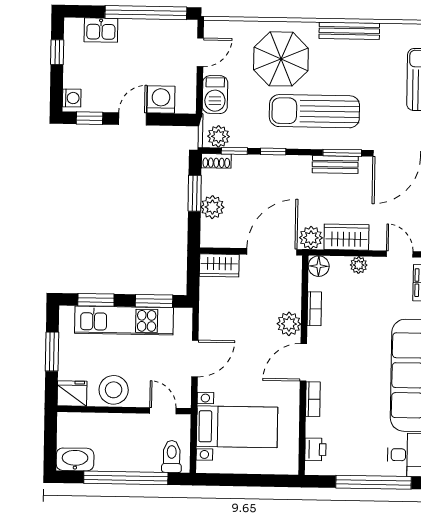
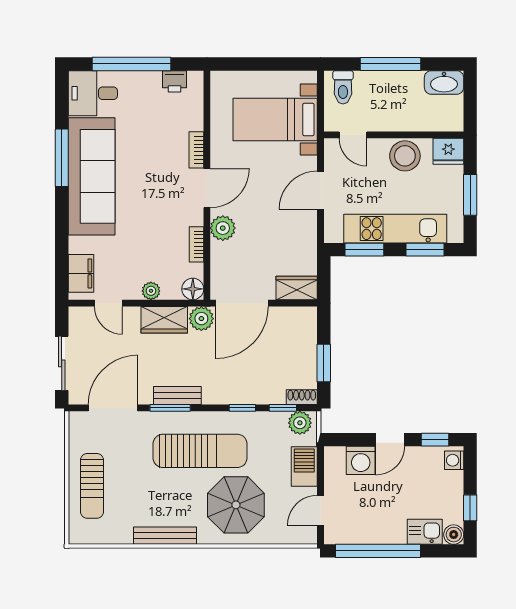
boiler: (73, 27) -> (454, 535), added
plant: (212, 207) -> (305, 349), removed
printer: (315, 449) -> (174, 81), moved, turned -90
window: (126, 478) -> (390, 64), width x0.68

